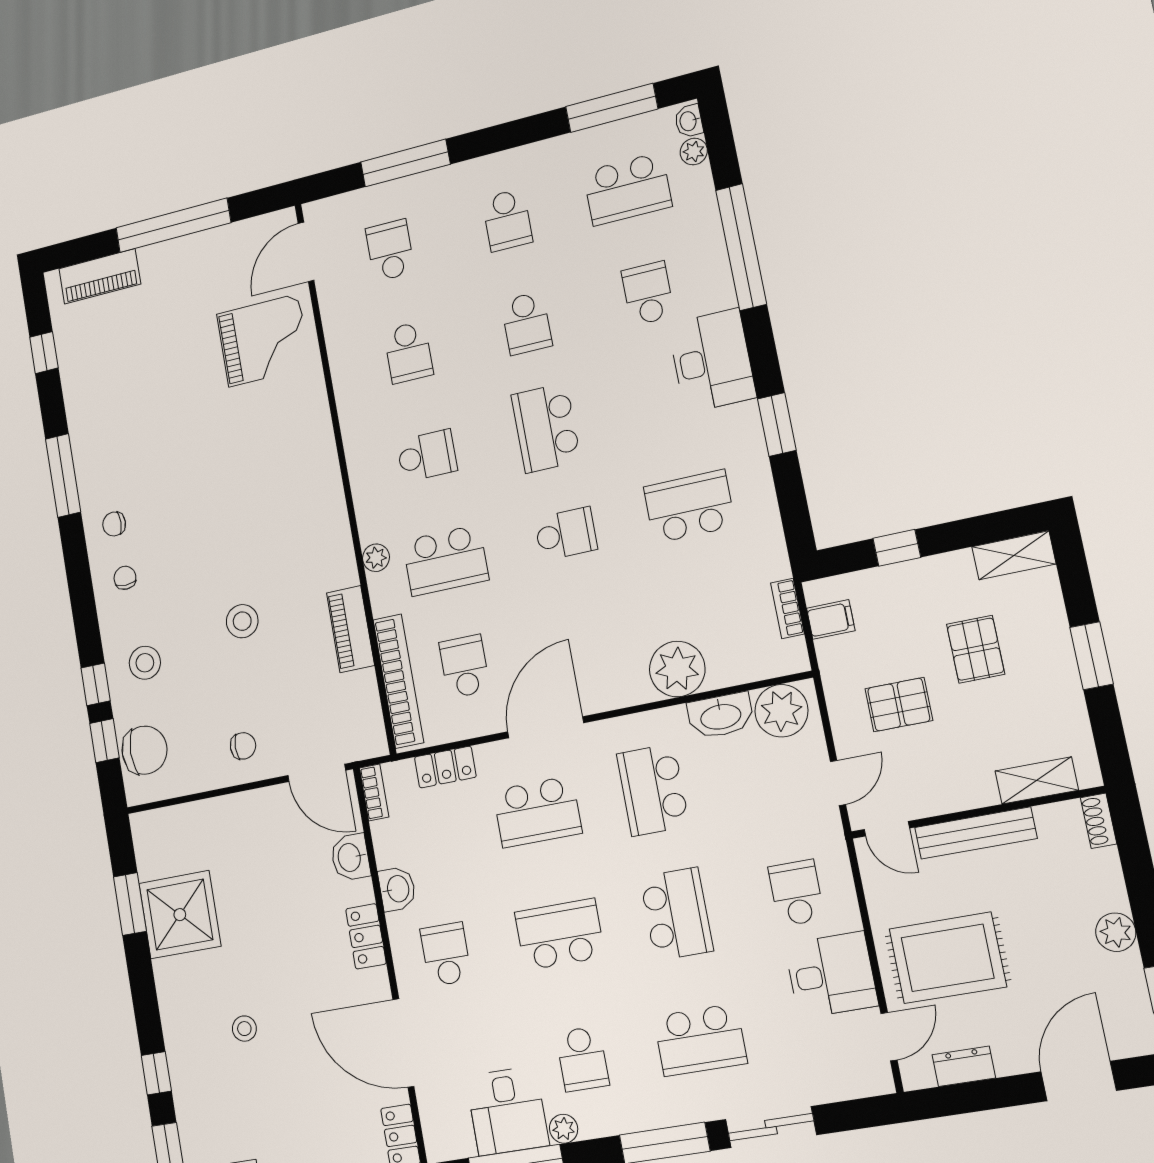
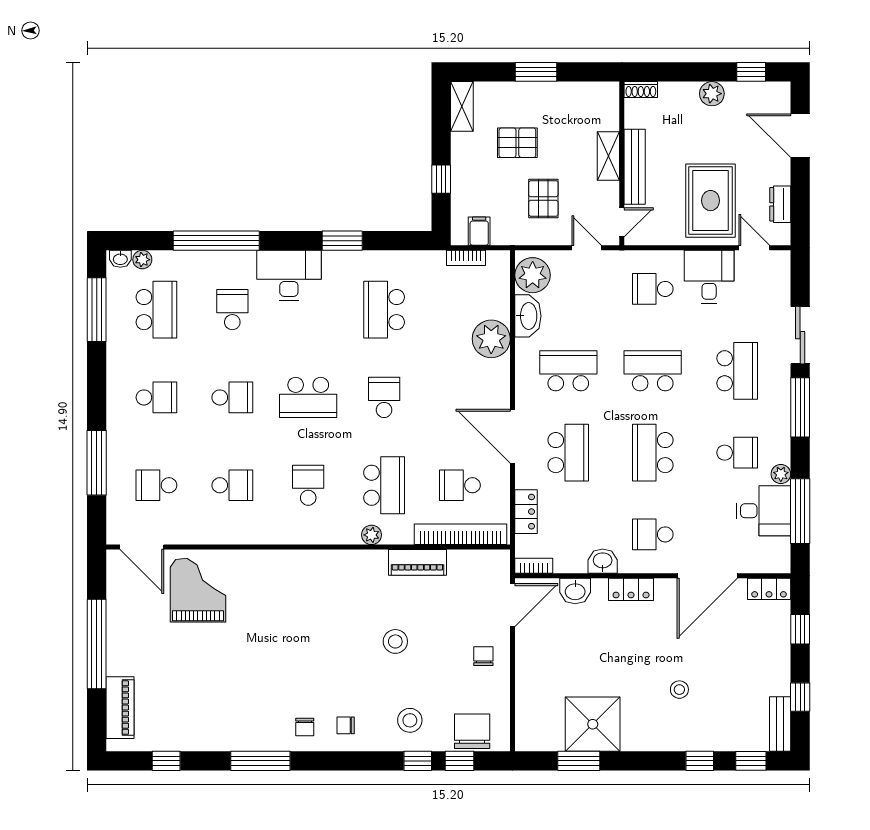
school desk: (648, 293) -> (232, 310), turned 90
shelving: (1037, 780) -> (608, 156), moved
school desk: (653, 790) -> (568, 371), turned 180

